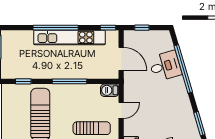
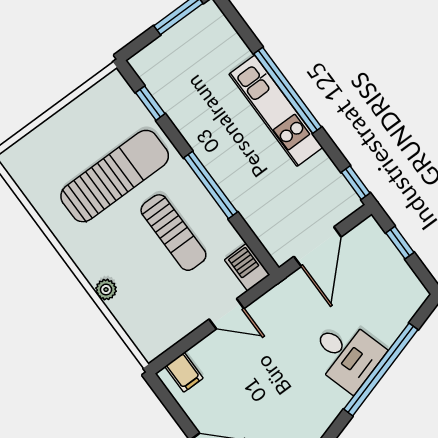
kitchen unit: (69, 37) -> (276, 111), width x0.73
desk: (165, 66) -> (346, 355), moved
sun lounger: (92, 128) -> (173, 233), moved

